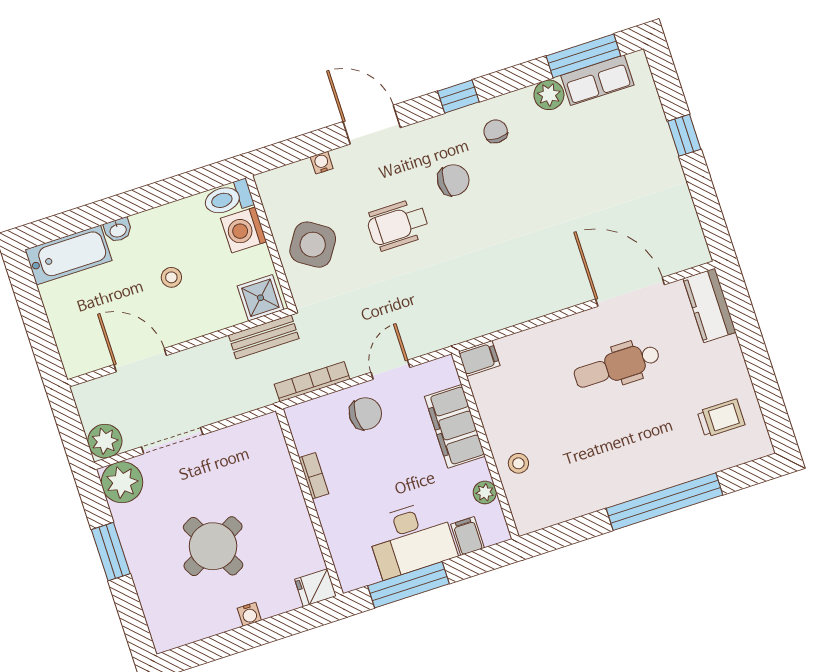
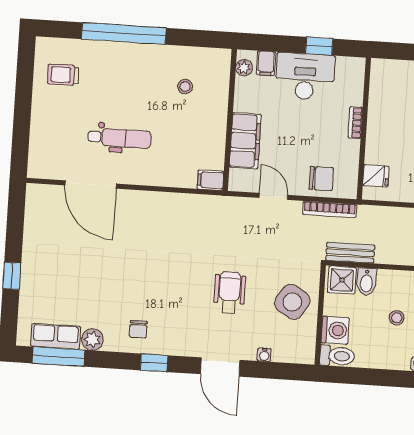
chair: (453, 180) -> (180, 308), removed
wheelchair: (398, 225) -> (230, 292), turned -90
kitchen counter: (710, 305) -> (40, 154), removed
bidet: (228, 308) -> (366, 282), added
door: (390, 370) -> (273, 196), swing flipped
chair: (365, 414) -> (321, 179), moved, turned 180
stool: (518, 463) -> (185, 87), moved
bookcase: (314, 476) -> (355, 123), moved
plant: (485, 492) -> (244, 68), moved
window: (408, 585) -> (319, 46), width x0.46
fridge: (315, 588) -> (376, 176), moved

